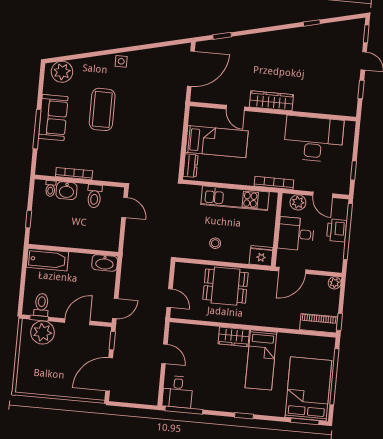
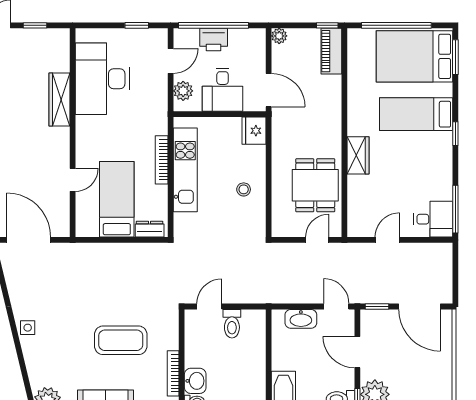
wardrobe: (271, 101) -> (59, 100), moved
coffee table: (102, 109) -> (121, 340), moved
bookcase: (274, 183) -> (162, 160), moved
toilet: (94, 196) -> (232, 324), moved, turned 90
washbasin: (105, 263) -> (301, 319), moved, turned 90
dining table: (226, 286) -> (315, 185), moved
bed: (261, 360) -> (416, 114), moved, turned 180

